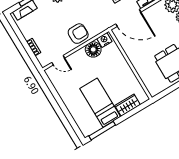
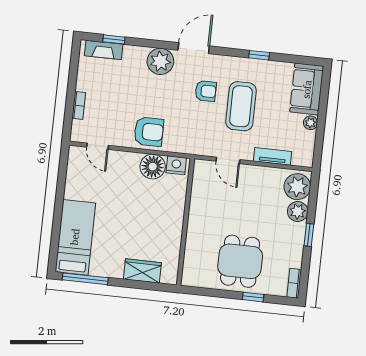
door: (128, 18) -> (228, 160), width x0.53
bed: (100, 103) -> (75, 237), moved

